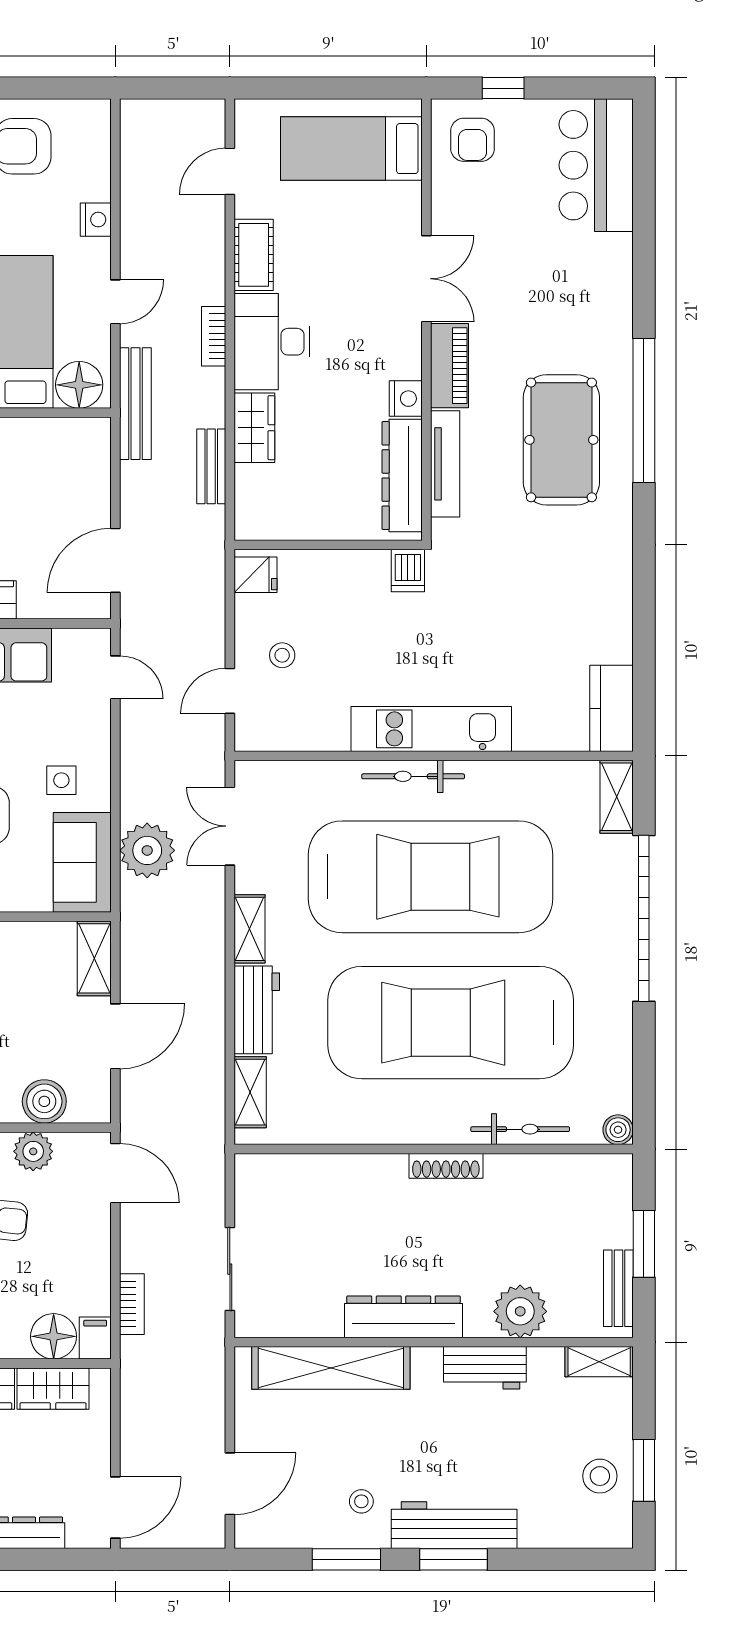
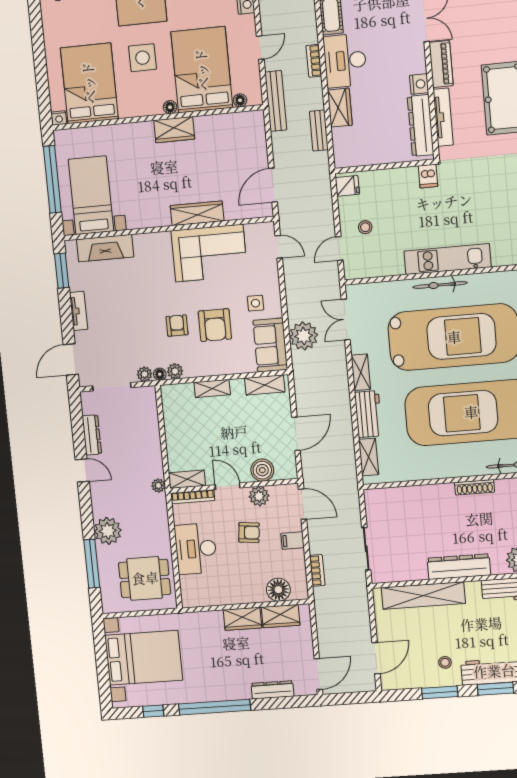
floor lamp: (79, 385) -> (240, 100), width x0.53, depth x0.53
shelving: (94, 958) -> (265, 385), moved, turned 90
filing cabinet: (95, 1338) -> (293, 541), moved, turned -90

